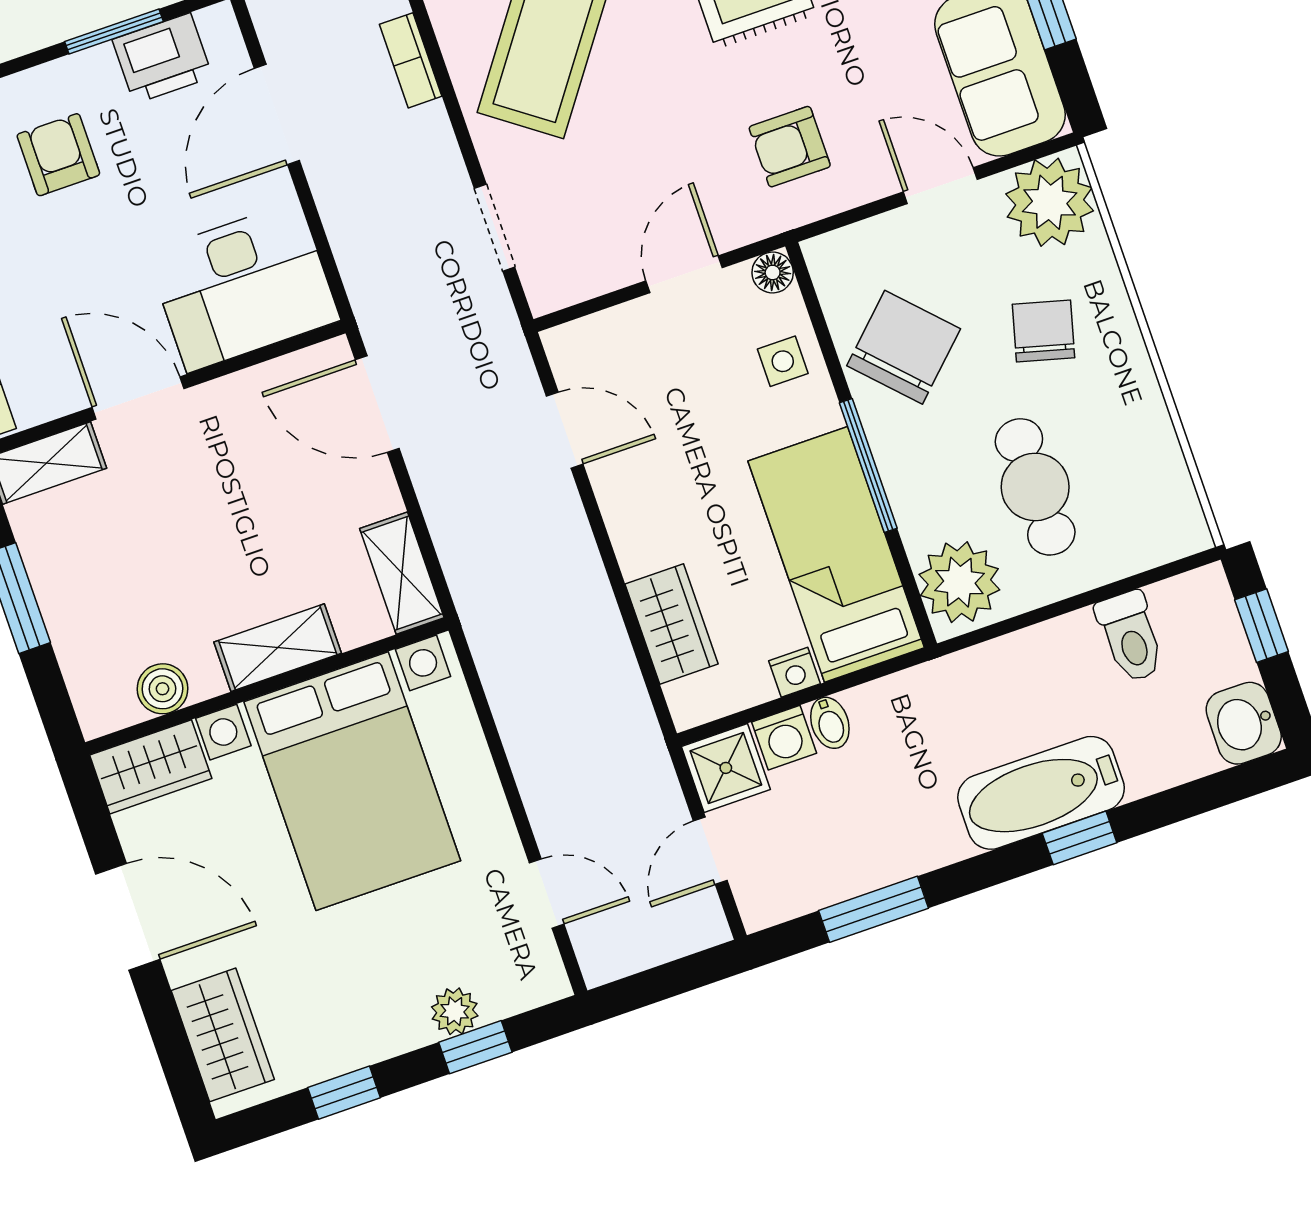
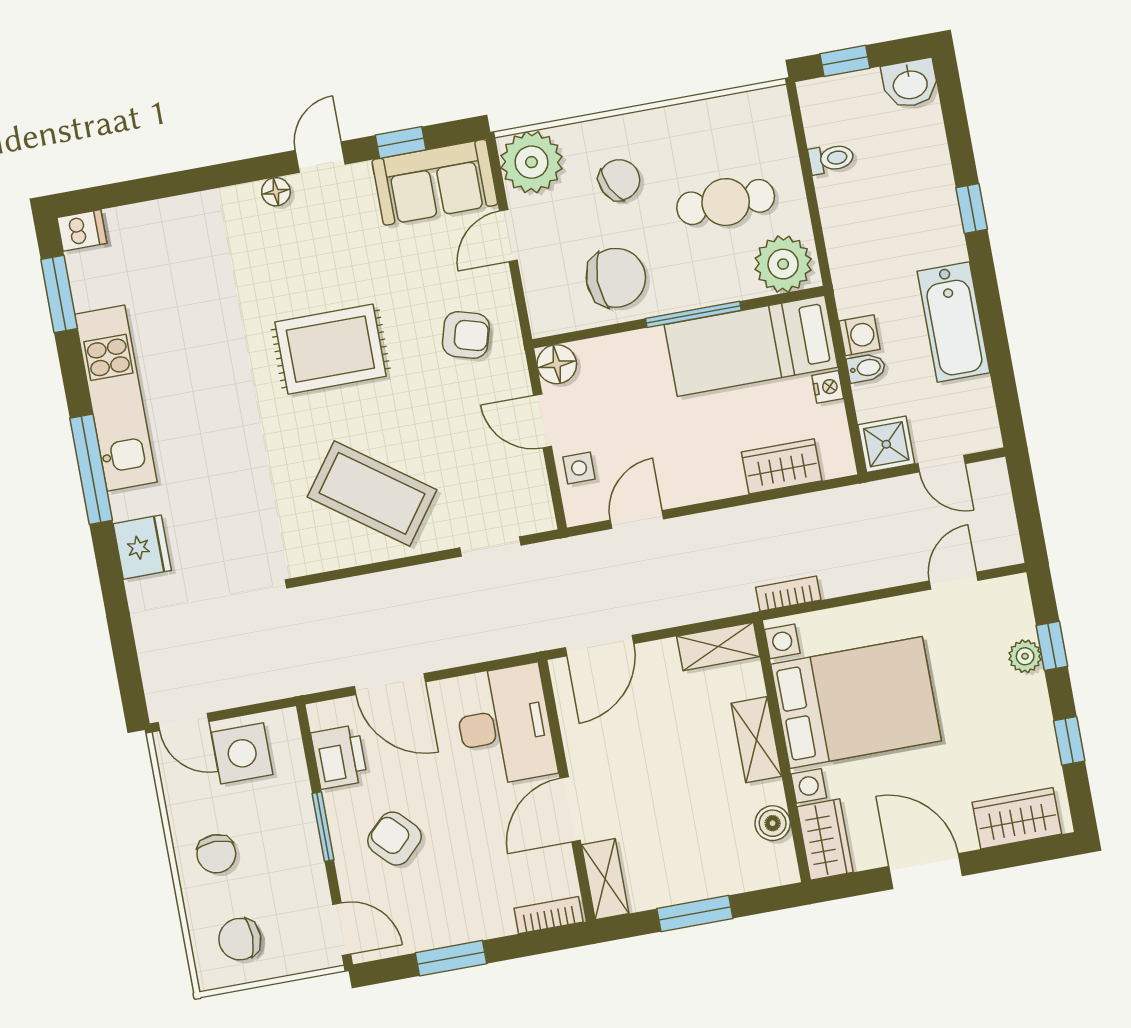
window: (114, 32) -> (323, 827), moved
bookcase: (411, 60) -> (788, 594), moved, turned 180
armchair: (790, 147) -> (466, 335), turned -74
armchair: (58, 155) -> (394, 839), turned 46
floor lamp: (773, 272) -> (557, 364), width x1.37, depth x1.37
chair: (1044, 331) -> (619, 180), turned 139
chair: (904, 347) -> (616, 278), turned 134
side table: (783, 361) -> (579, 468), moved
toilet: (1130, 637) -> (831, 159), width x0.73, depth x0.72
washing machine: (784, 738) -> (860, 335), moved
bathtub: (1041, 793) -> (953, 322), moved
window: (873, 909) -> (999, 358), removed
door: (128, 917) -> (926, 871), hinge flipped

